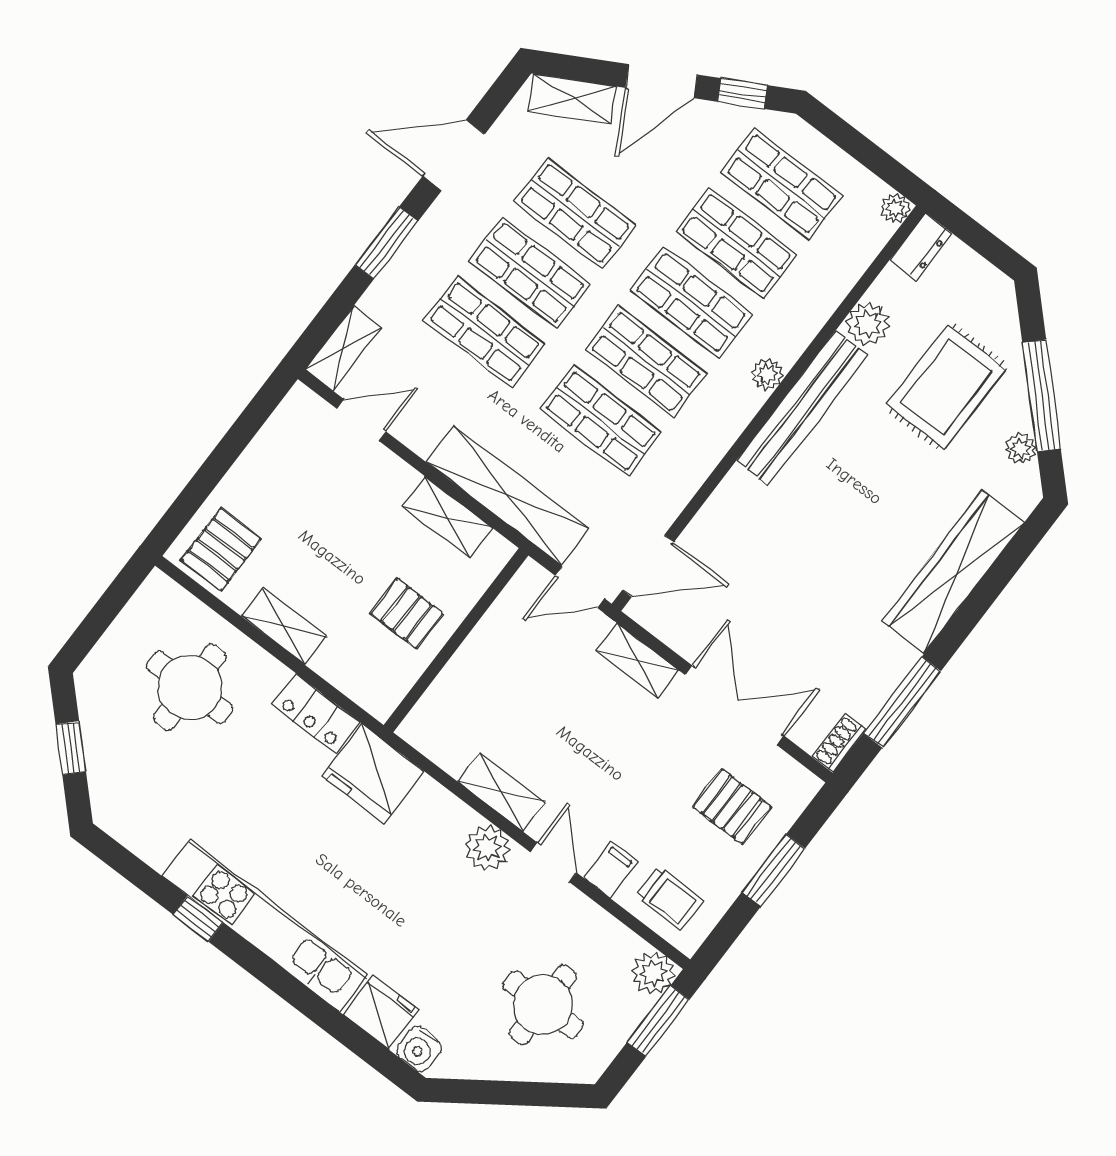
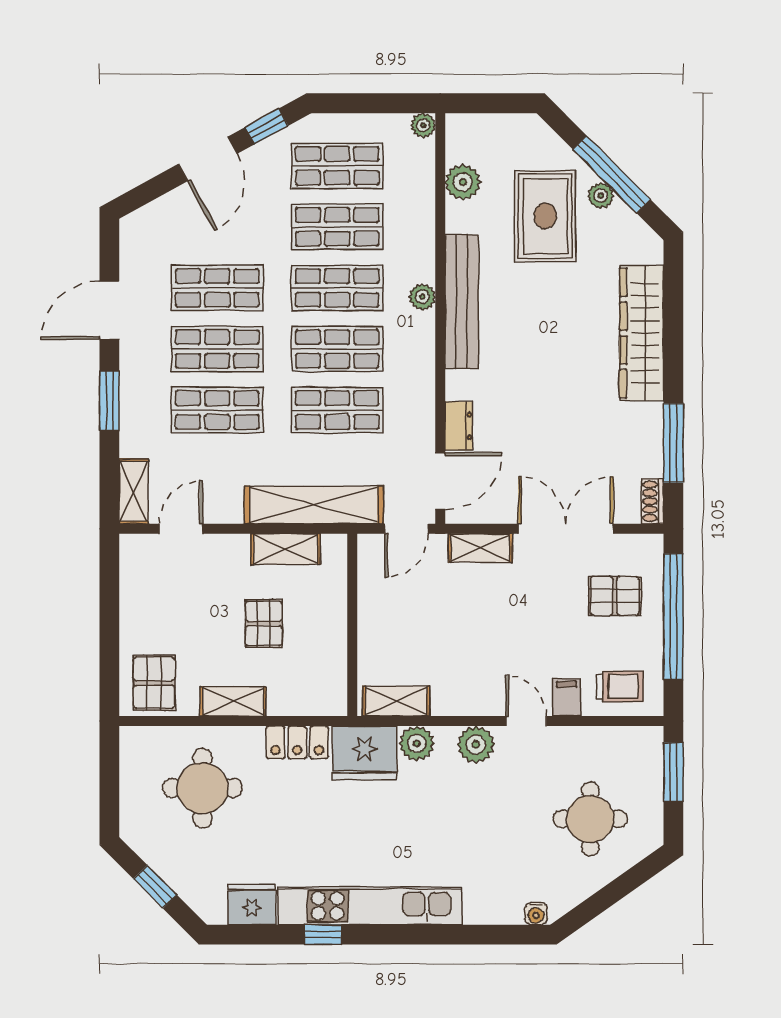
shelving: (572, 99) -> (158, 215), removed
dresser: (921, 247) -> (459, 426), moved
plant: (868, 324) -> (463, 182), moved
plant: (1021, 449) -> (601, 196), moved
pallet: (407, 613) -> (264, 623), moved, turned 90
shelving: (501, 792) -> (396, 701), moved
window: (773, 870) -> (673, 617), width x2.11
plant: (653, 973) -> (417, 743), moved
fridge: (381, 1012) -> (252, 904), moved
water cooler: (419, 1049) -> (536, 914), width x0.72, depth x0.72

